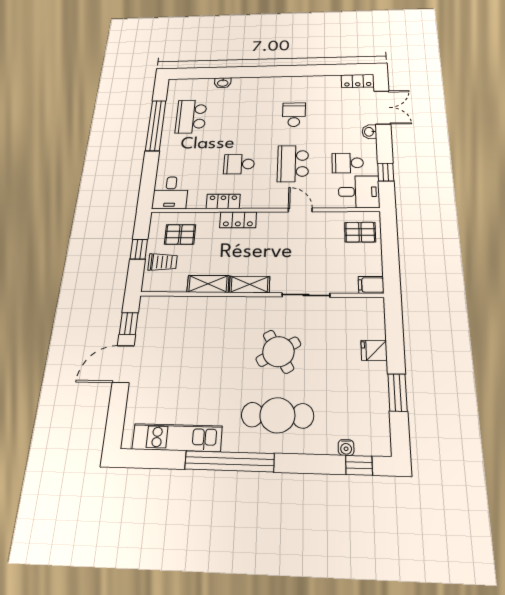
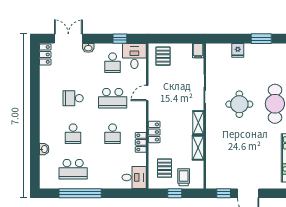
school desk: (242, 116) -> (73, 134), added
round table: (278, 352) -> (239, 104), turned 30

